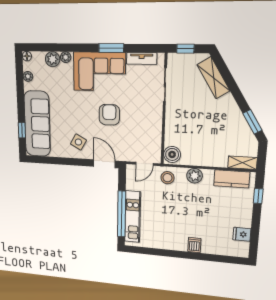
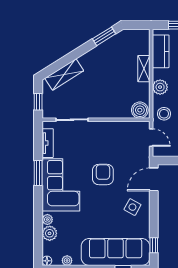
armchair: (109, 115) -> (103, 175), turned 90
window: (44, 160) -> (154, 245), added
shelving: (242, 163) -> (144, 69), moved

